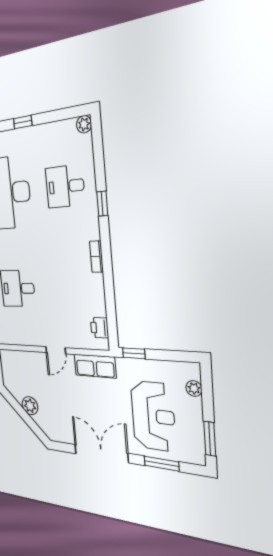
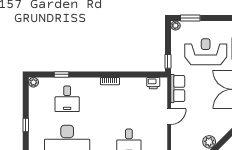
window: (102, 204) -> (61, 74), moved
door: (56, 350) -> (169, 117), hinge flipped
plant: (194, 388) -> (175, 26), moved
window: (210, 439) -> (190, 18), moved

